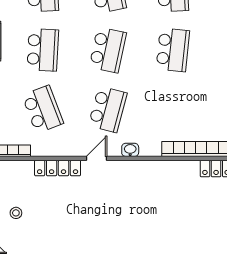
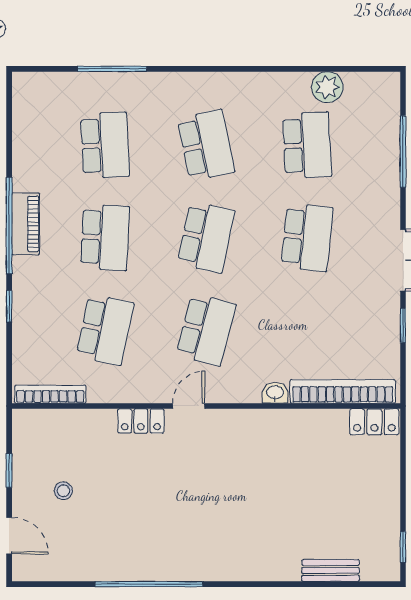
school desk: (43, 109) -> (105, 330), turned 33
washbasin: (130, 150) -> (275, 393), moved
locker: (58, 168) -> (141, 421), width x0.66

